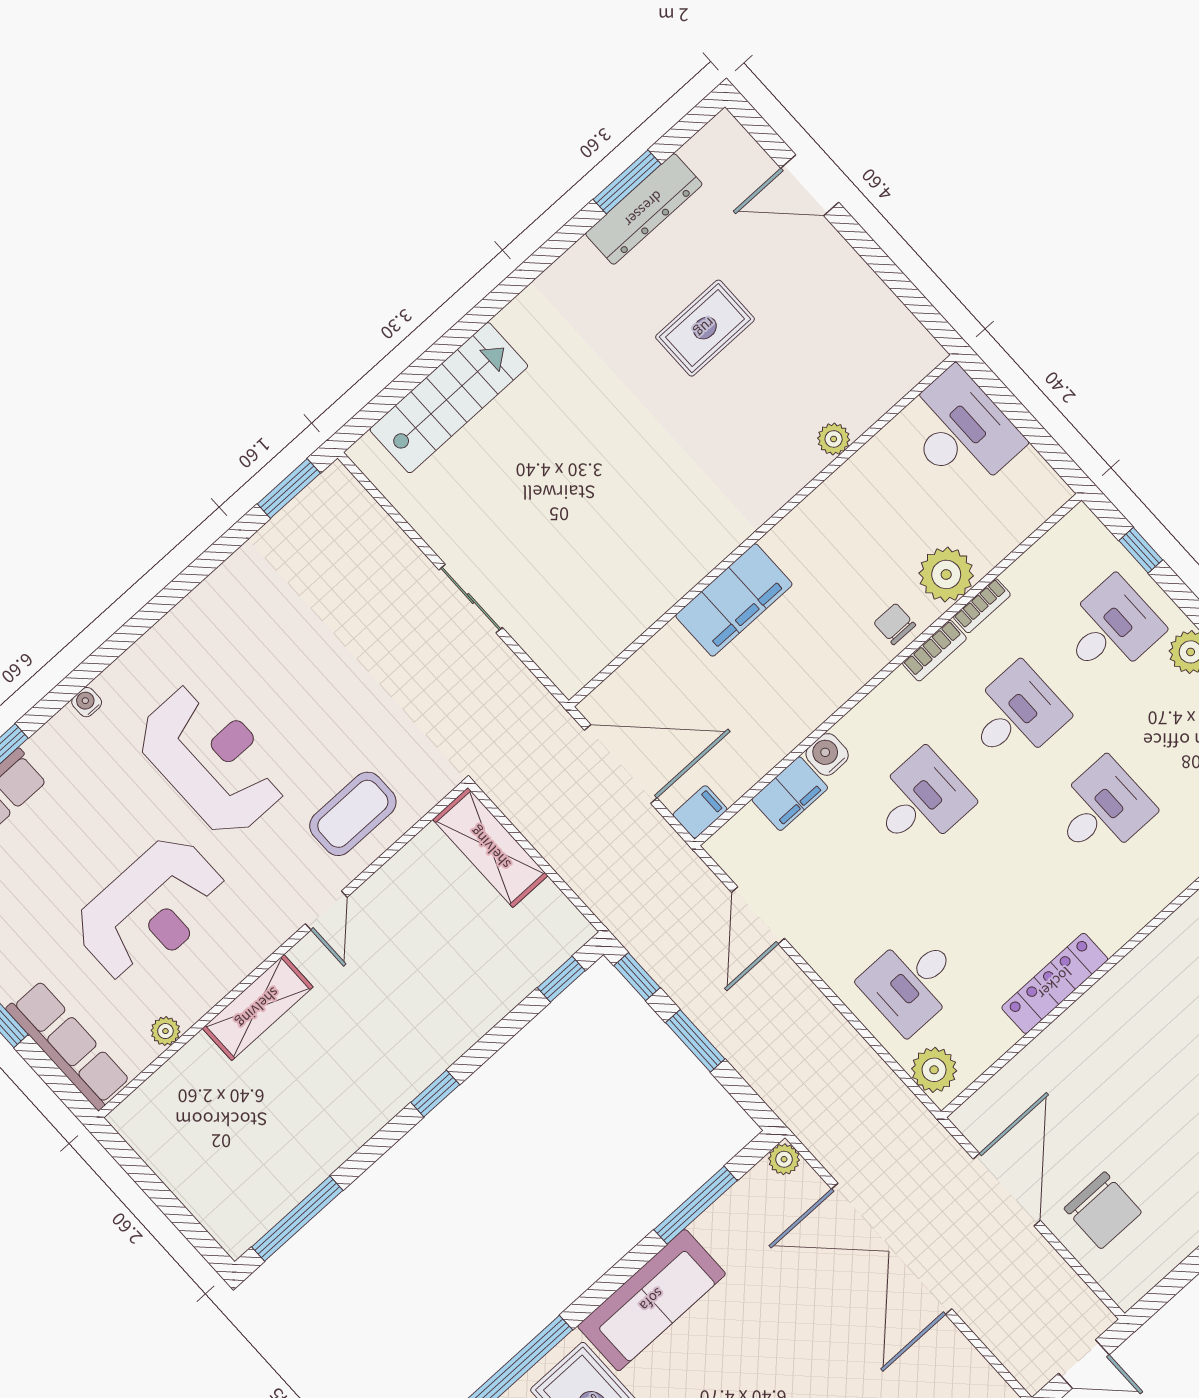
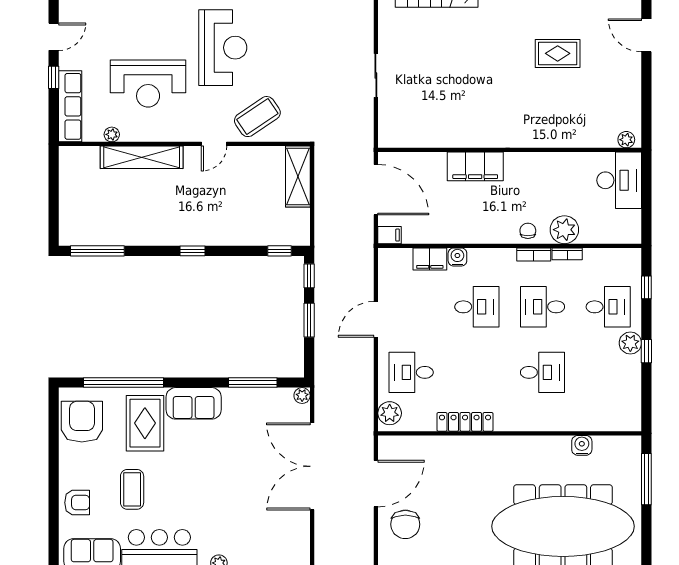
plant: (834, 439) -> (626, 140), moved
desk: (1016, 715) -> (543, 307), turned 180
coffee table: (353, 814) -> (257, 117), turned -34
door: (758, 915) -> (376, 319), moved
shelving: (258, 1008) -> (142, 157), width x1.47
sofa: (652, 1300) -> (194, 403), width x0.73

